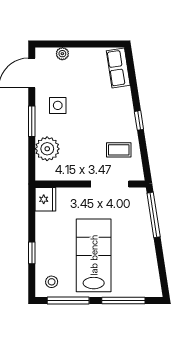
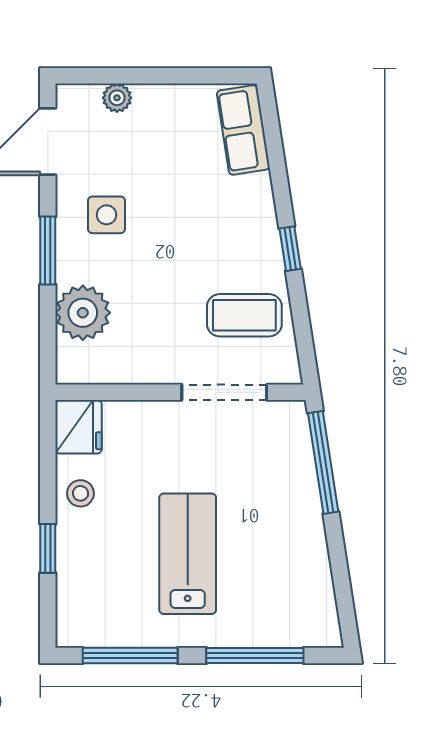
coffee table: (119, 150) -> (244, 315), width x1.36, depth x1.30
lab bench: (94, 255) -> (188, 554), width x0.73, depth x0.72
stool: (52, 282) -> (80, 493), moved

